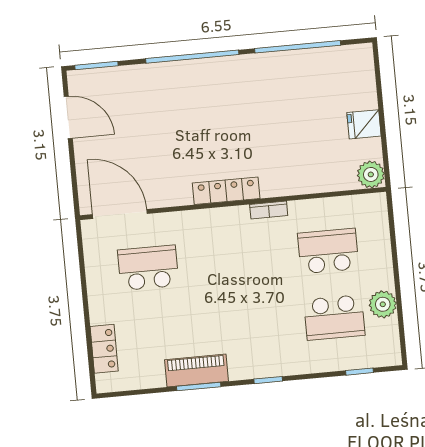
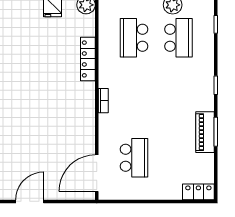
locker: (226, 191) -> (88, 59), moved
bookcase: (269, 210) -> (103, 101), moved
school desk: (148, 268) -> (134, 158), turned 180
locker: (104, 349) -> (198, 192), moved

